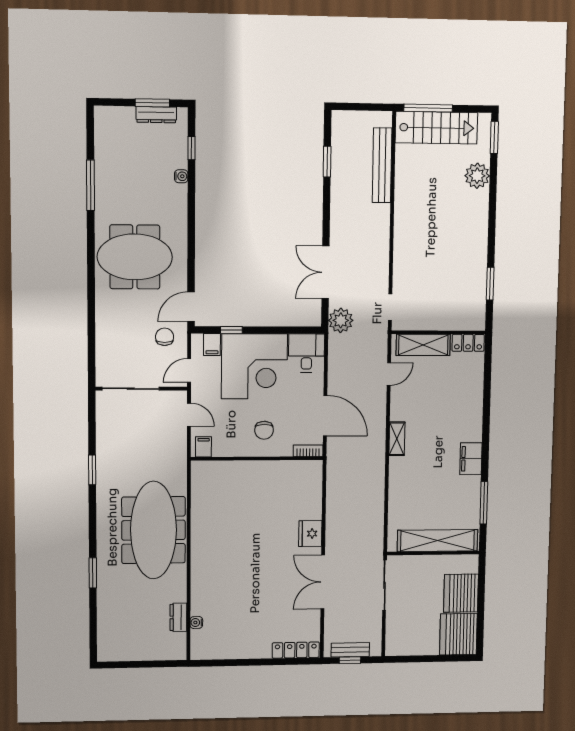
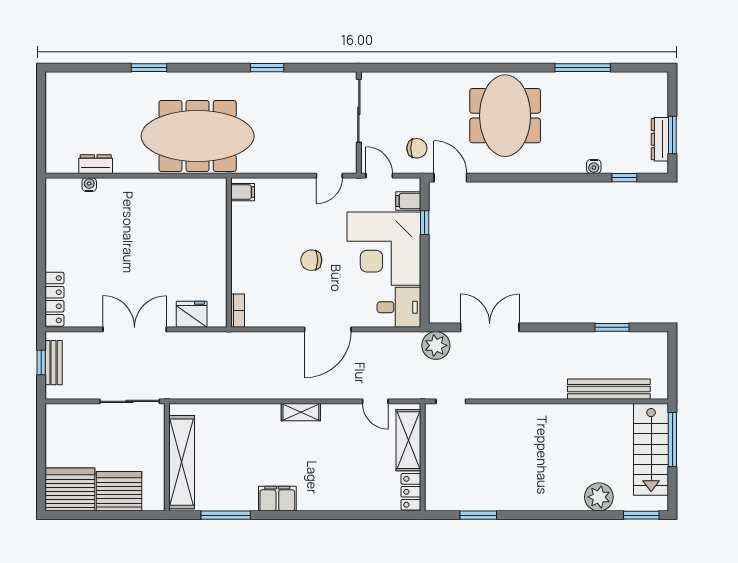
filing cabinet: (203, 447) -> (243, 192), moved
bookcase: (308, 451) -> (238, 311), moved
wall: (257, 459) -> (229, 253), moved

